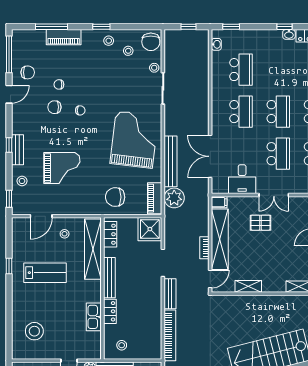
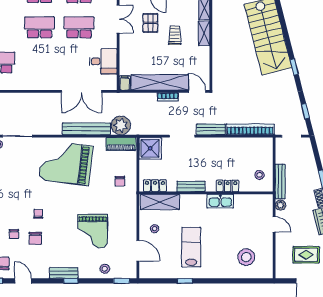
school desk: (241, 112) -> (39, 62), removed
bench: (18, 150) -> (64, 273), moved
grand piano: (62, 168) -> (93, 231), turned 180
double door: (274, 195) -> (118, 19), moved
chair: (115, 197) -> (120, 181), width x0.54, depth x0.54
pallet: (261, 223) -> (150, 23), moved
shelving: (93, 249) -> (160, 202), width x0.68
trolley: (270, 255) -> (175, 35), added
bench: (109, 278) -> (191, 186), width x0.73
shelving: (248, 286) -> (204, 33), moved
kitchen sink: (94, 317) -> (220, 201), moved

